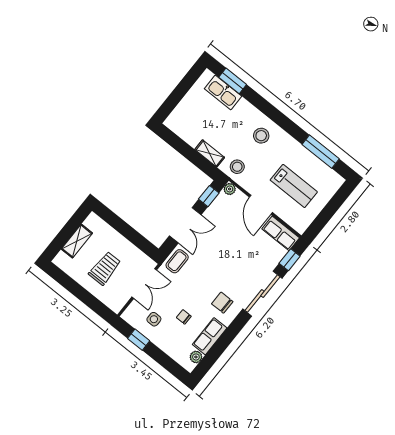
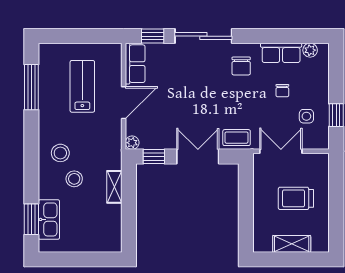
stool: (237, 167) -> (74, 179), moved

